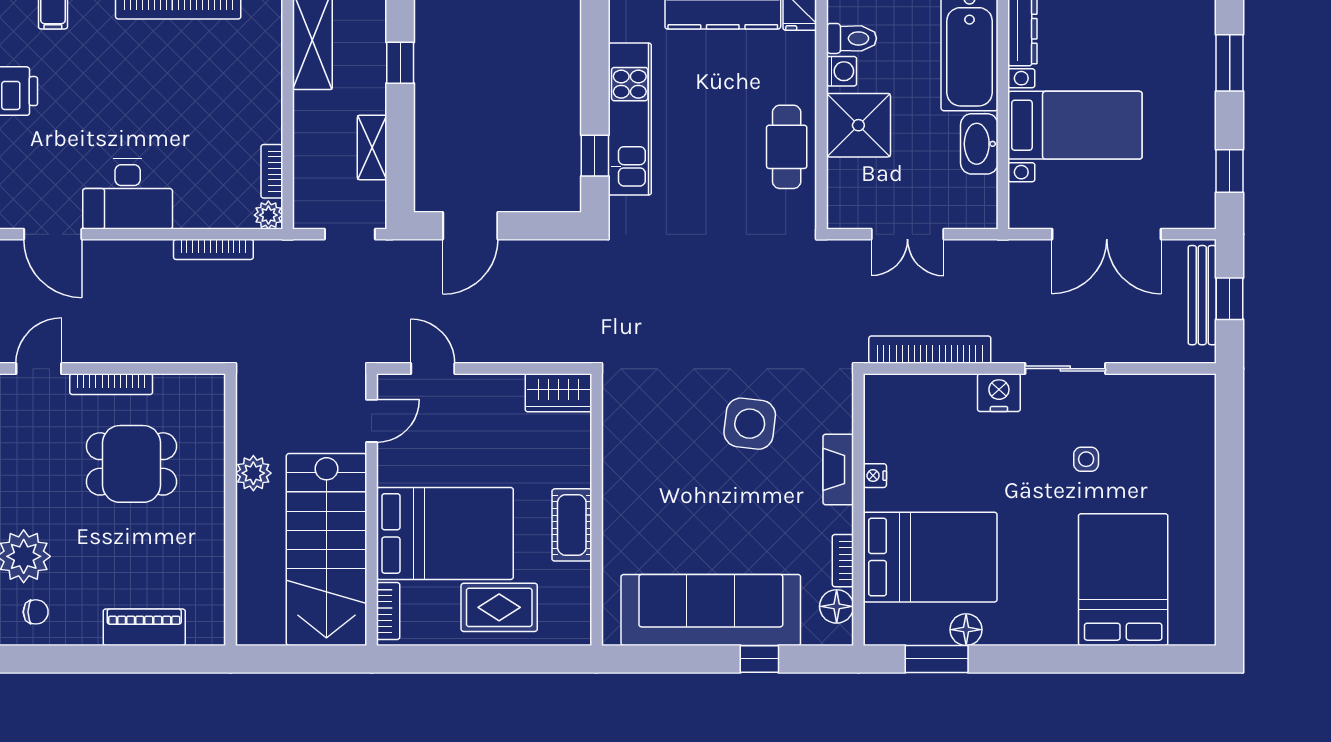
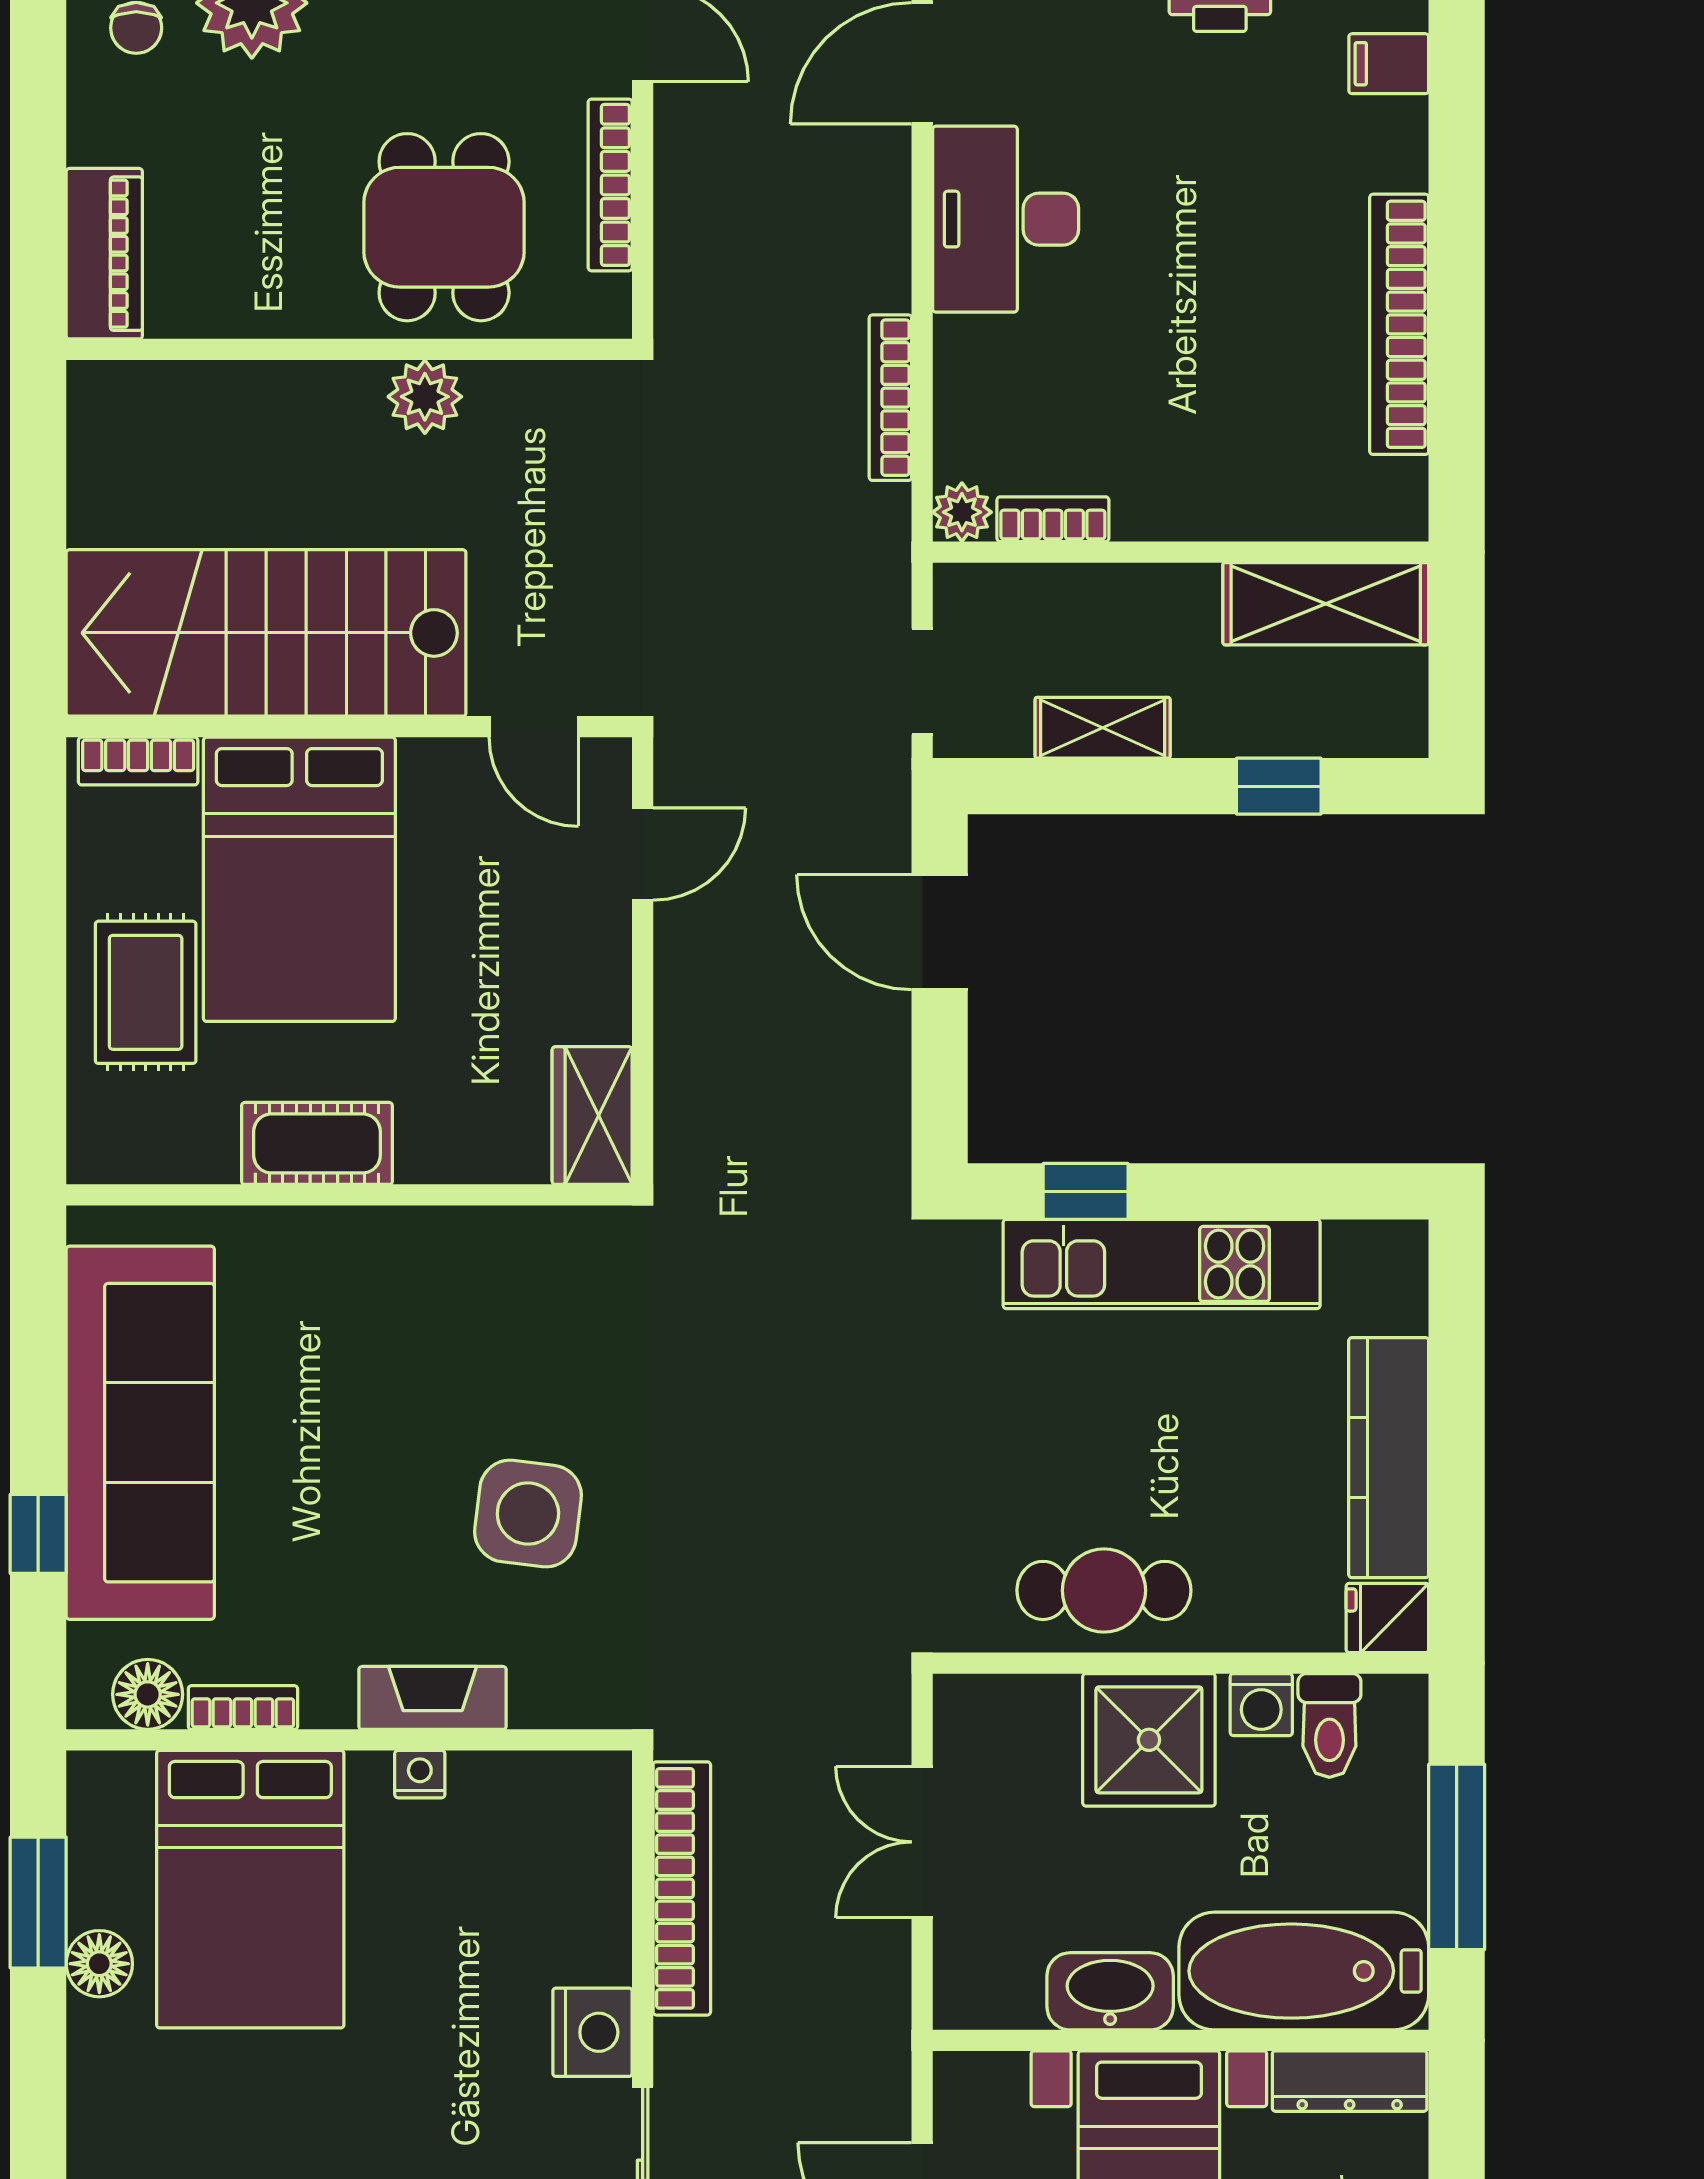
plant: (253, 473) -> (425, 397), moved
wall: (231, 510) -> (349, 349), moved

